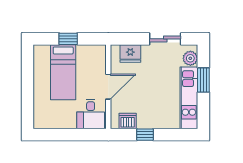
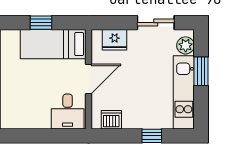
bed: (63, 72) -> (53, 44), moved, turned 90
window: (145, 135) -> (152, 136), moved

